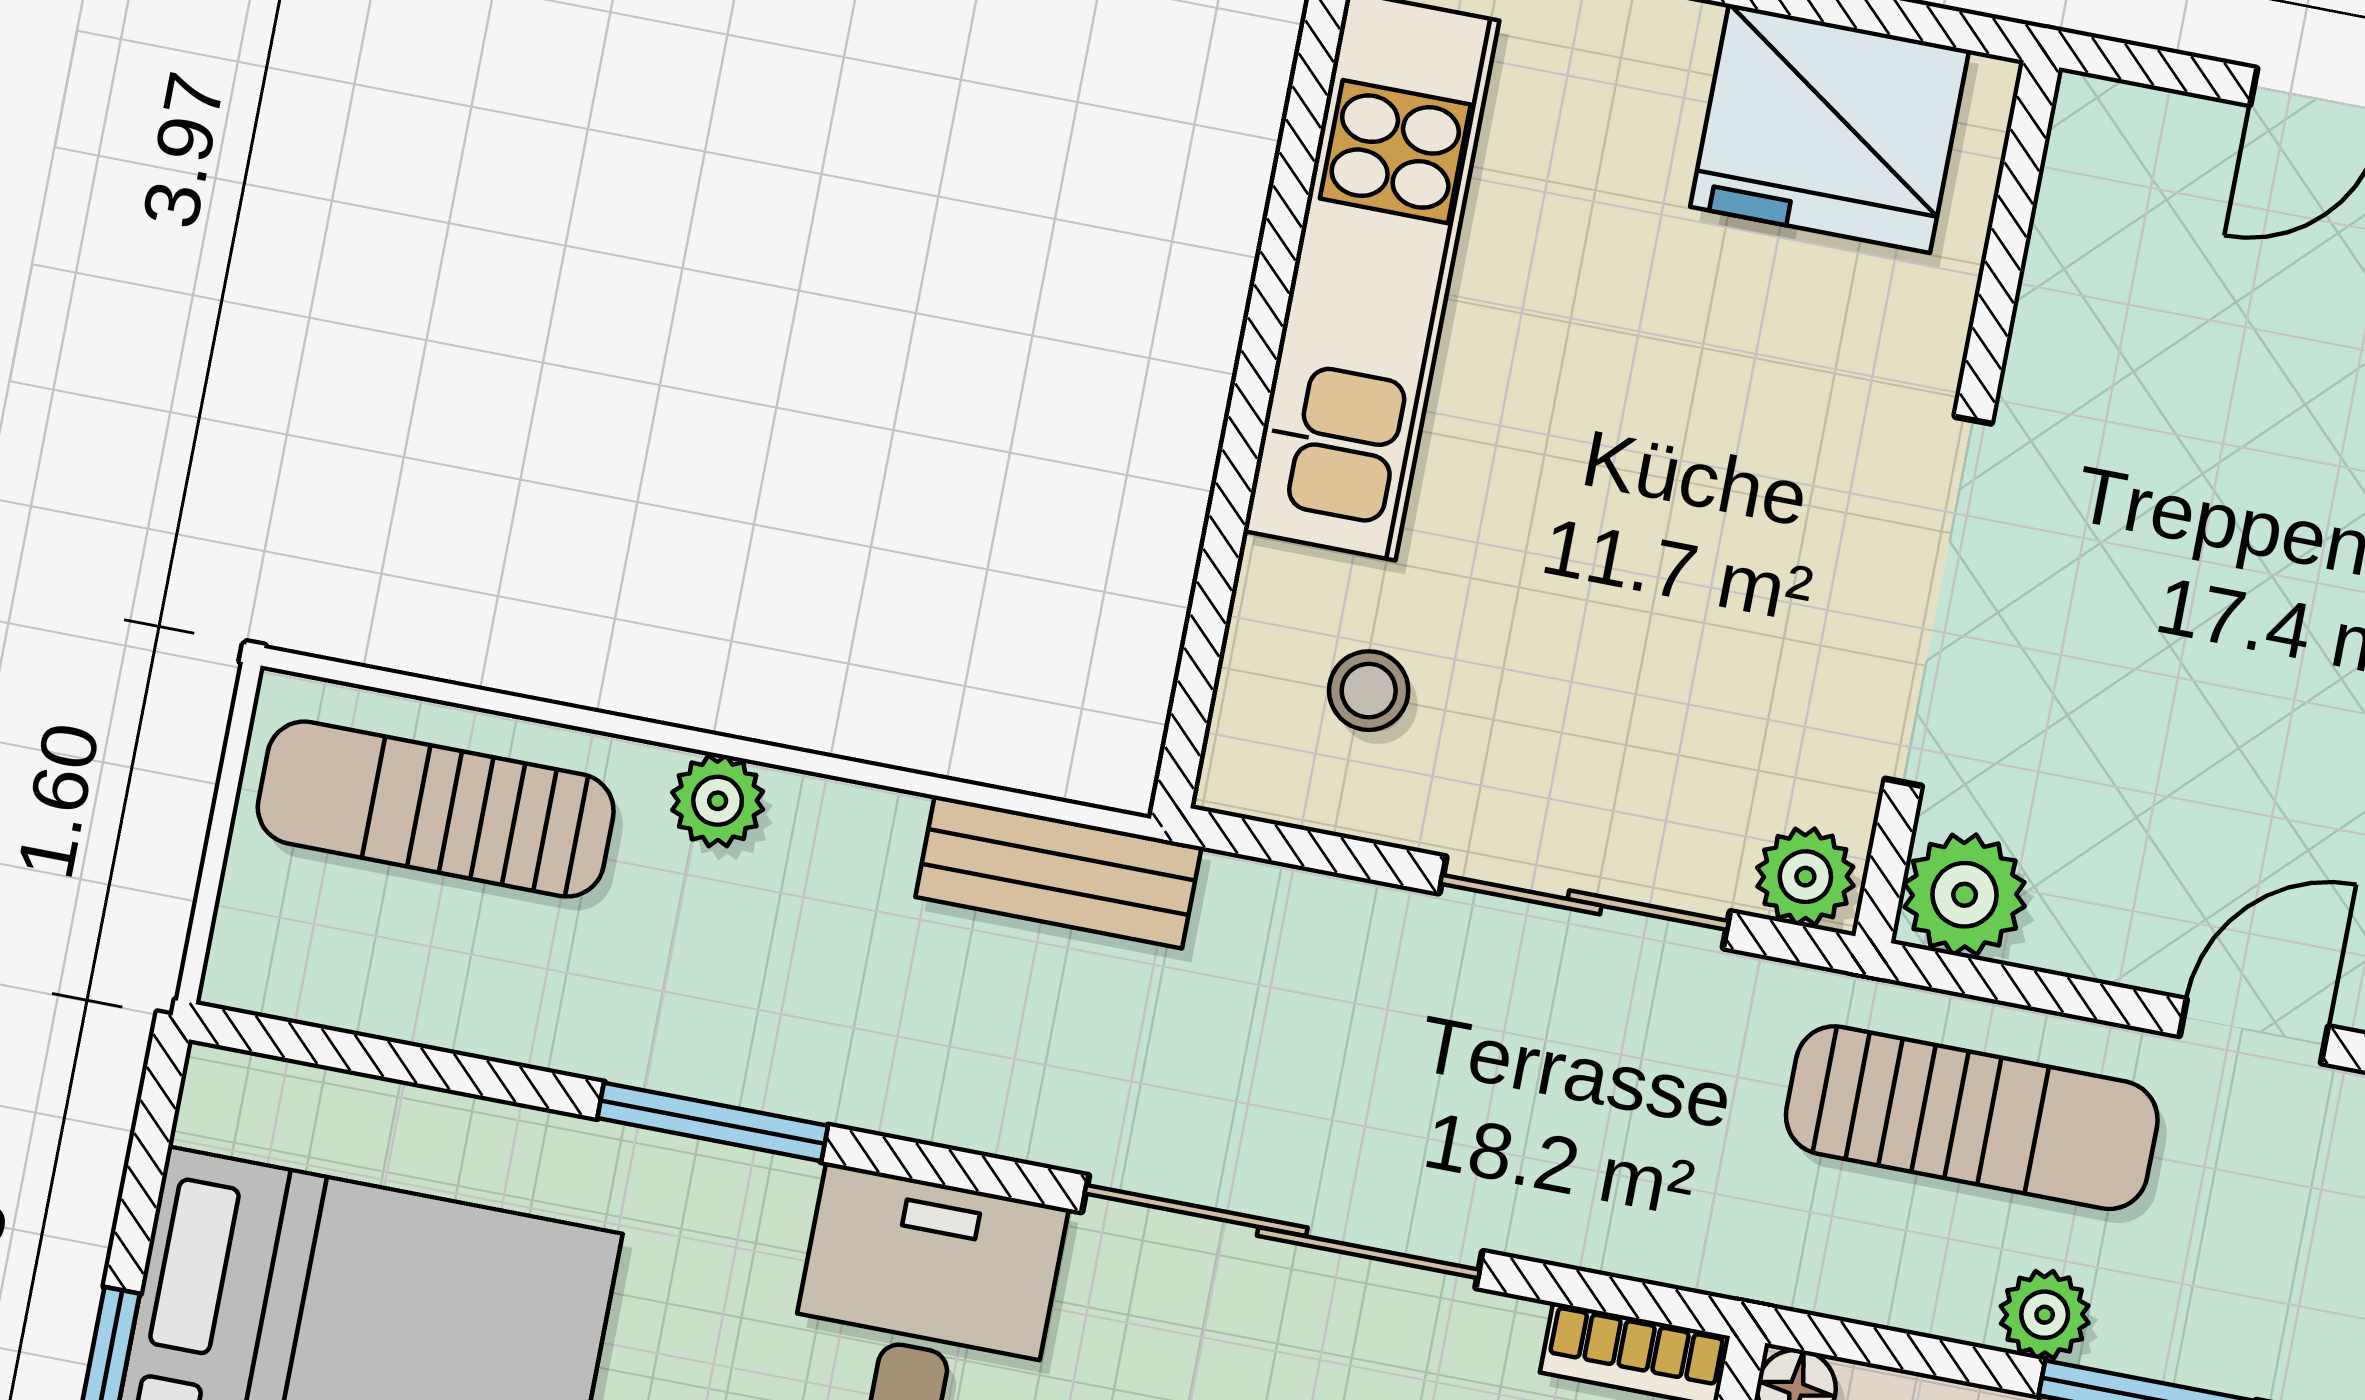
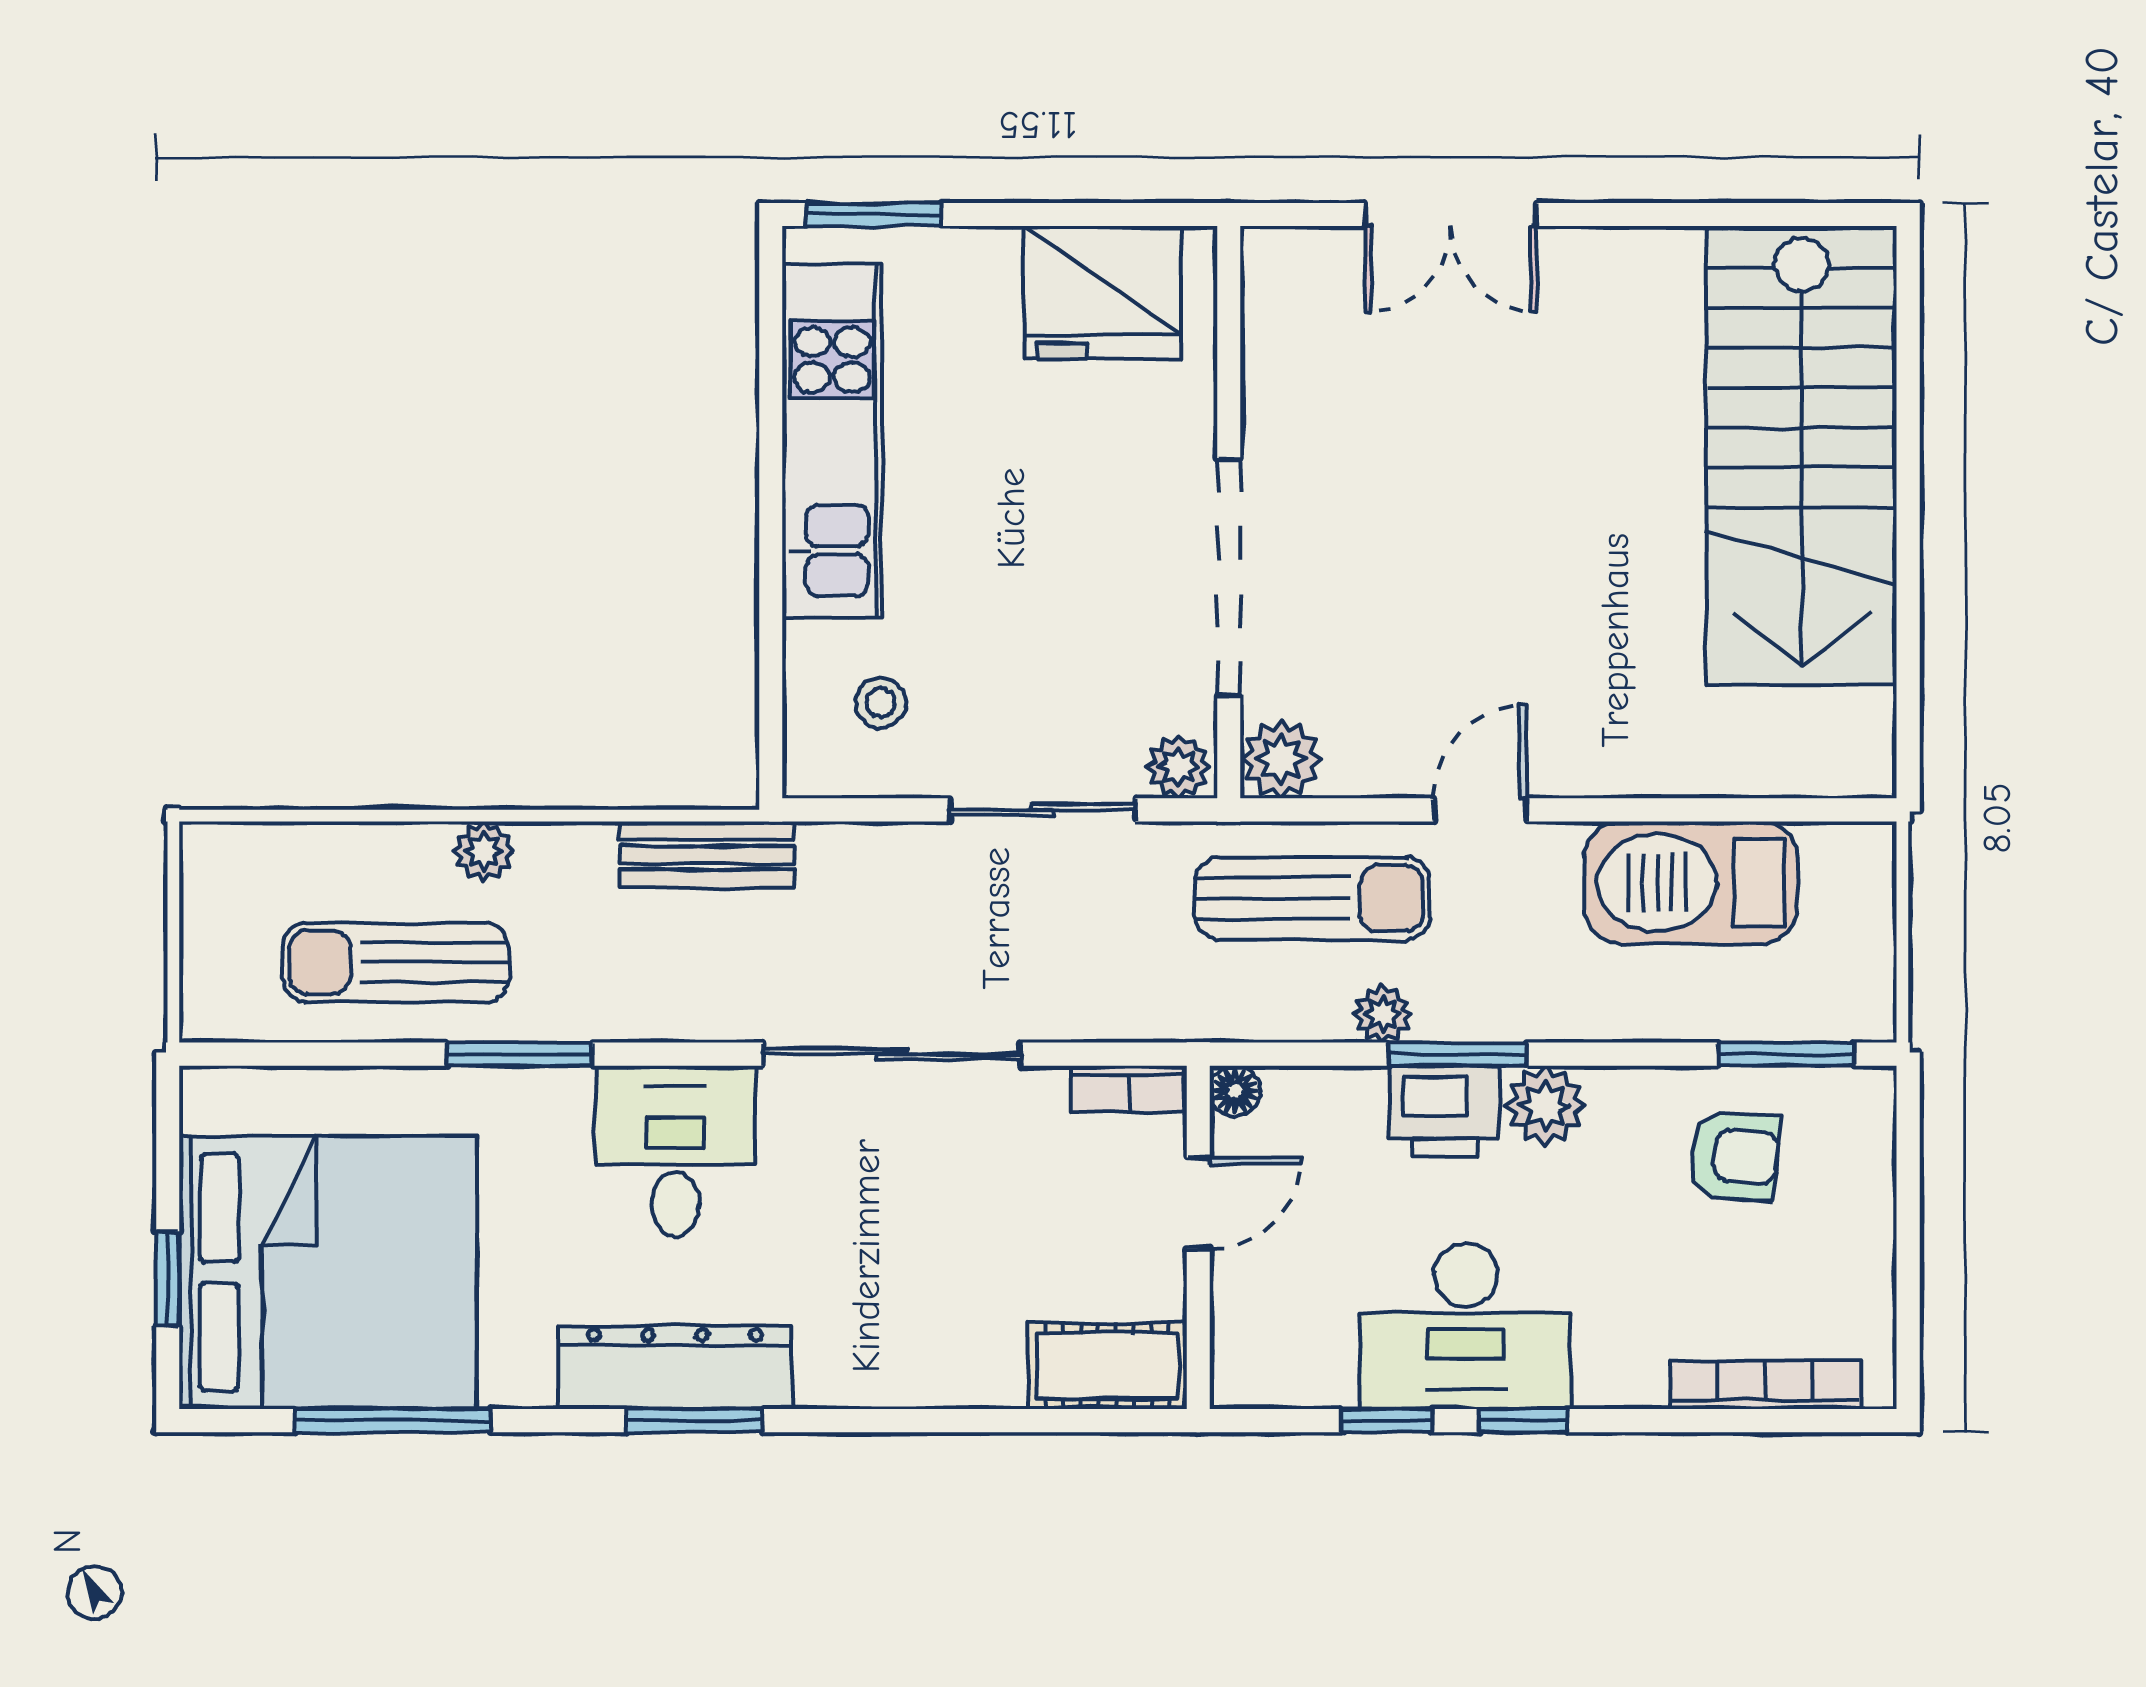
sun lounger: (436, 809) -> (396, 962), moved

